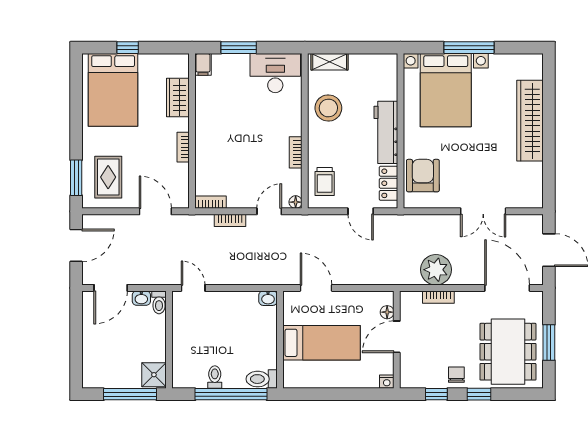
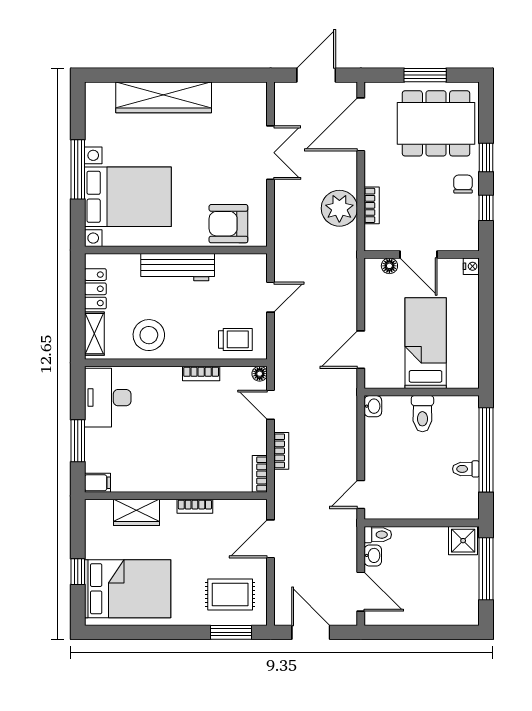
locker: (389, 183) -> (95, 289), moved, turned -90
chair: (456, 375) -> (463, 184), turned 90
toilet: (262, 379) -> (422, 414), moved

